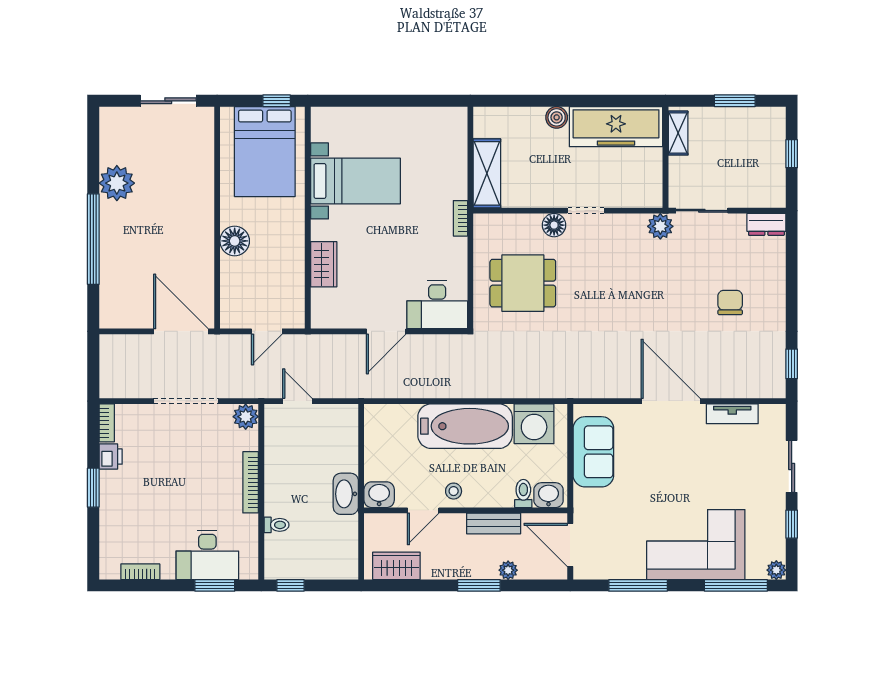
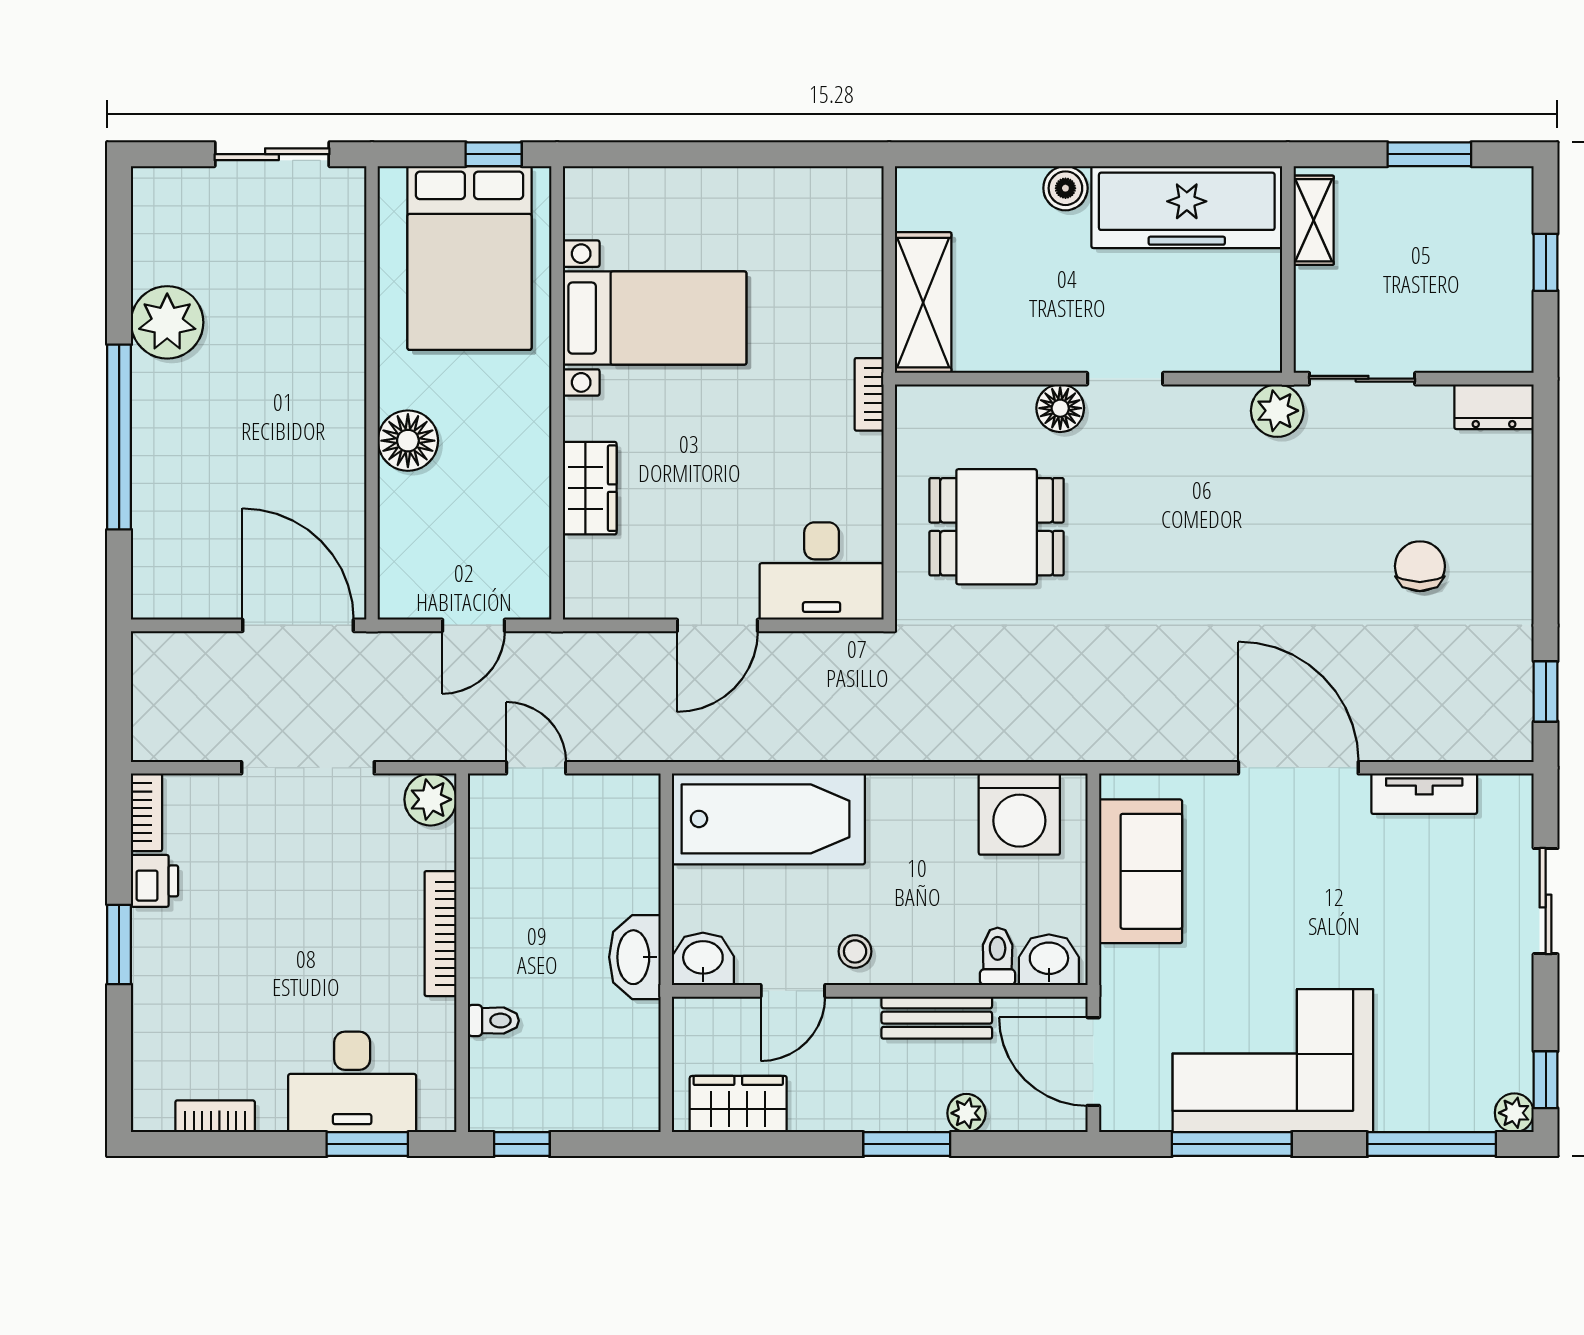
bathtub: (465, 426) -> (768, 819), moved
window: (792, 524) -> (1546, 1080), moved
corner sofa: (696, 545) -> (1273, 1061), moved

